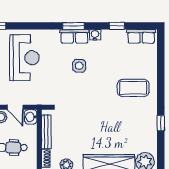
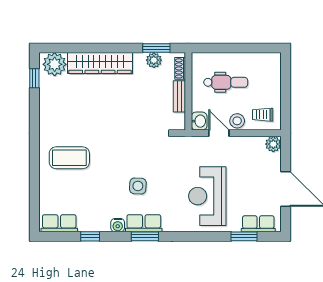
window: (161, 123) -> (34, 78), moved
bench: (46, 132) -> (179, 96), width x0.73

